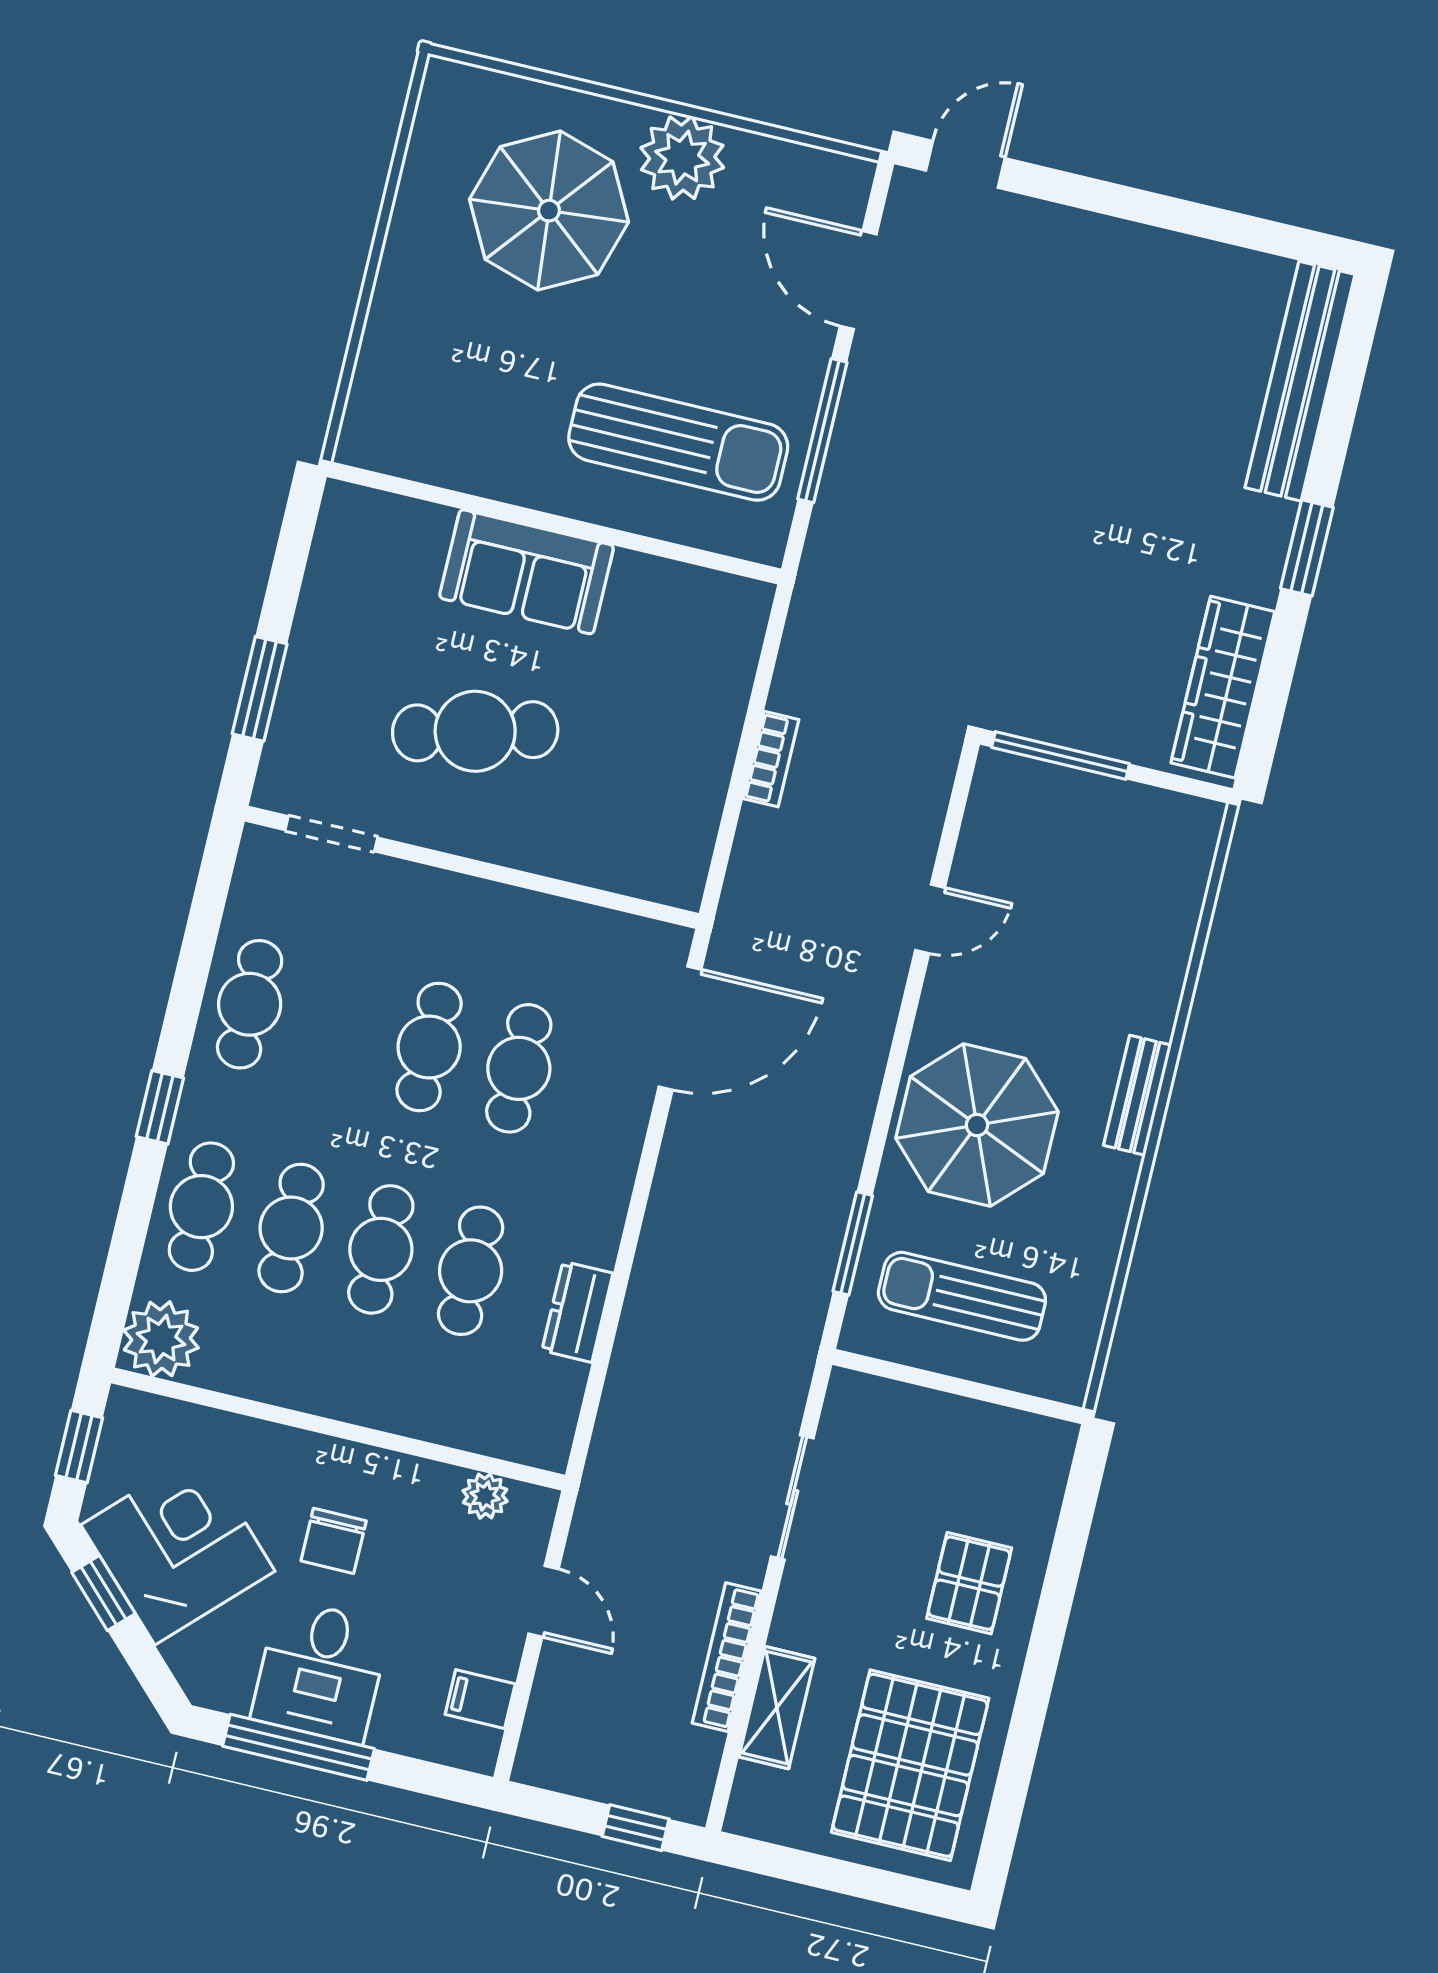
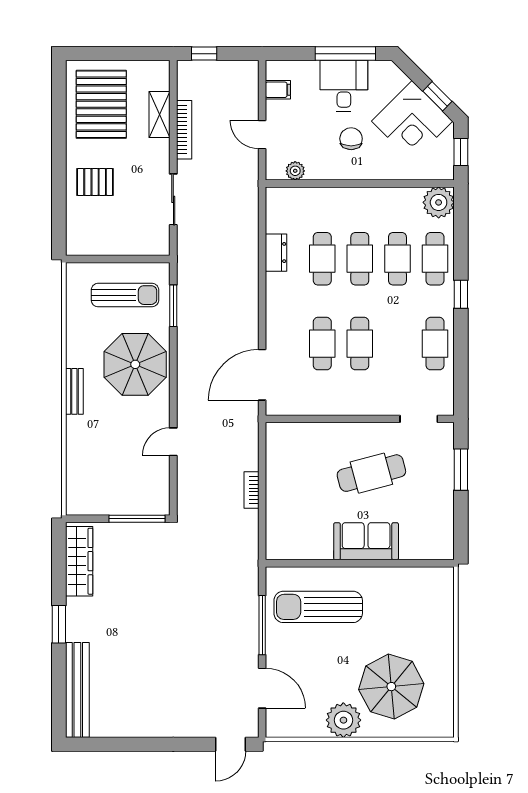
pallet: (969, 1583) -> (95, 182), turned 90

